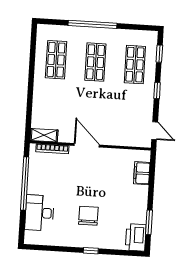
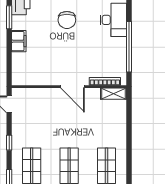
filing cabinet: (142, 173) -> (19, 41), moved

